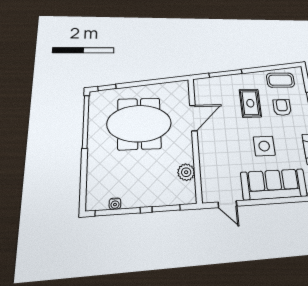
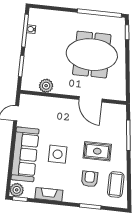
armchair: (282, 107) -> (90, 179), turned -90
meeting table: (139, 123) -> (92, 55), turned 90

